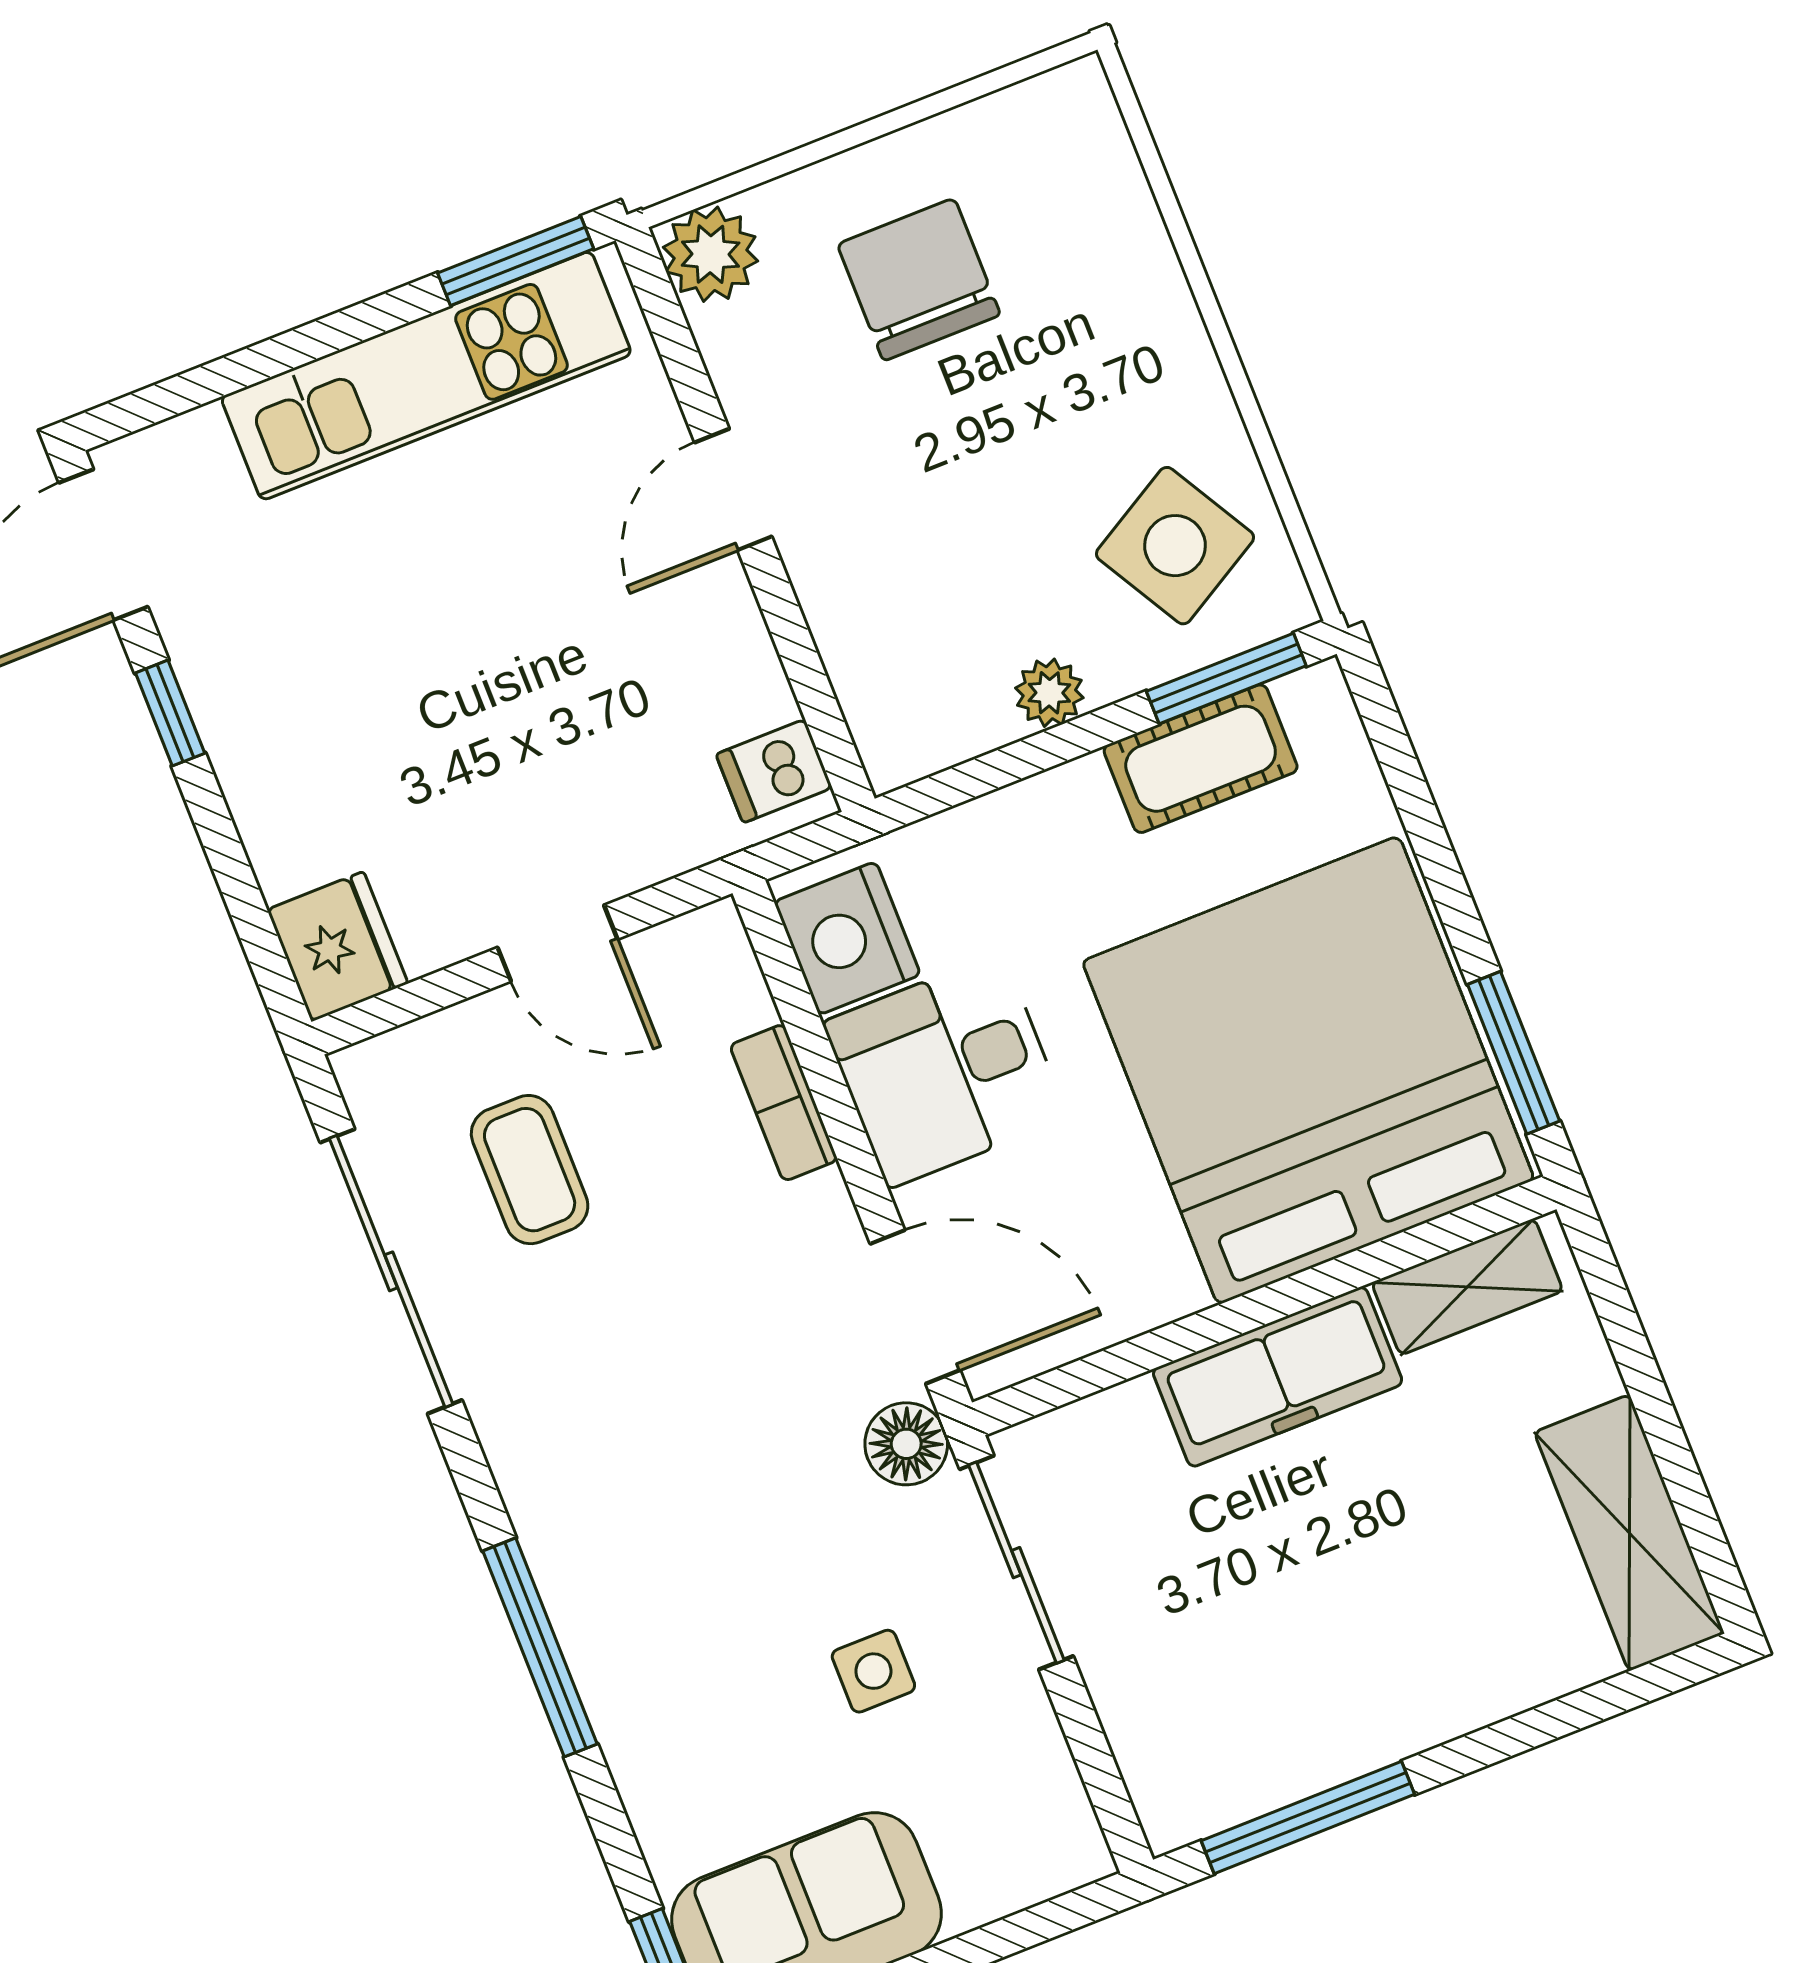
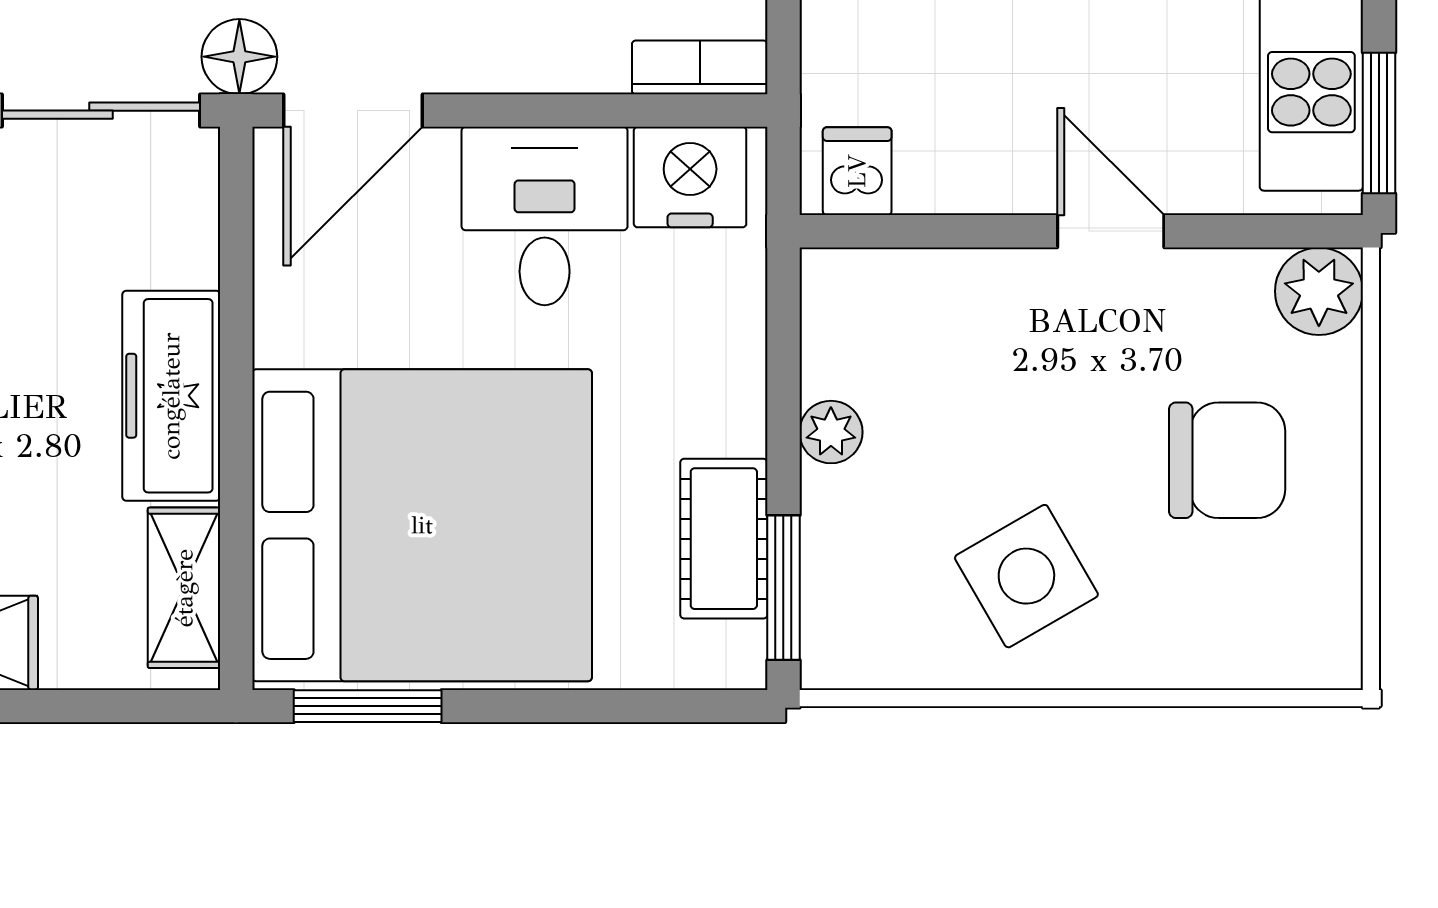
side table: (1175, 546) -> (1026, 576), moved
bookcase: (784, 1103) -> (700, 67), moved

